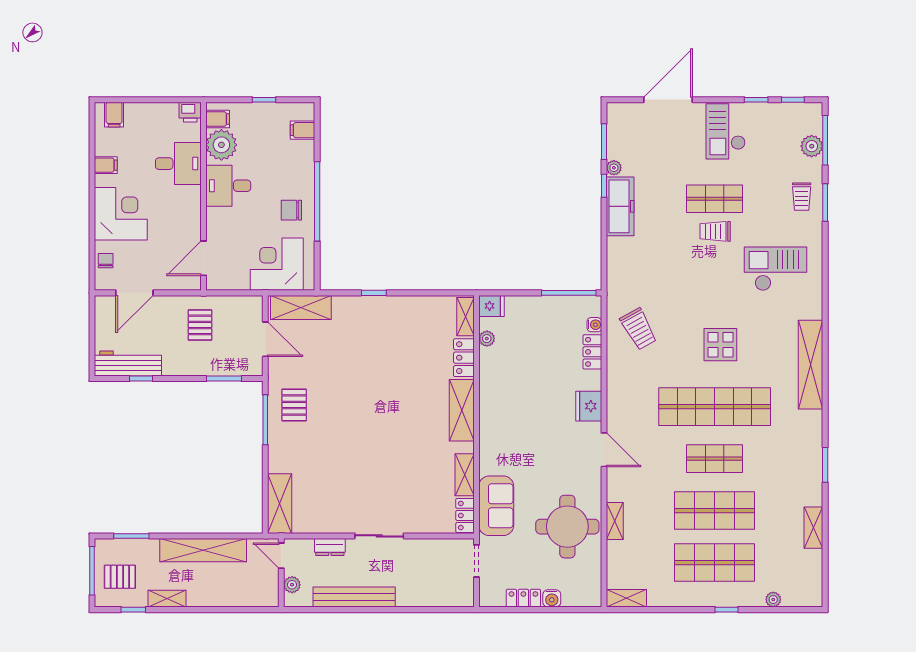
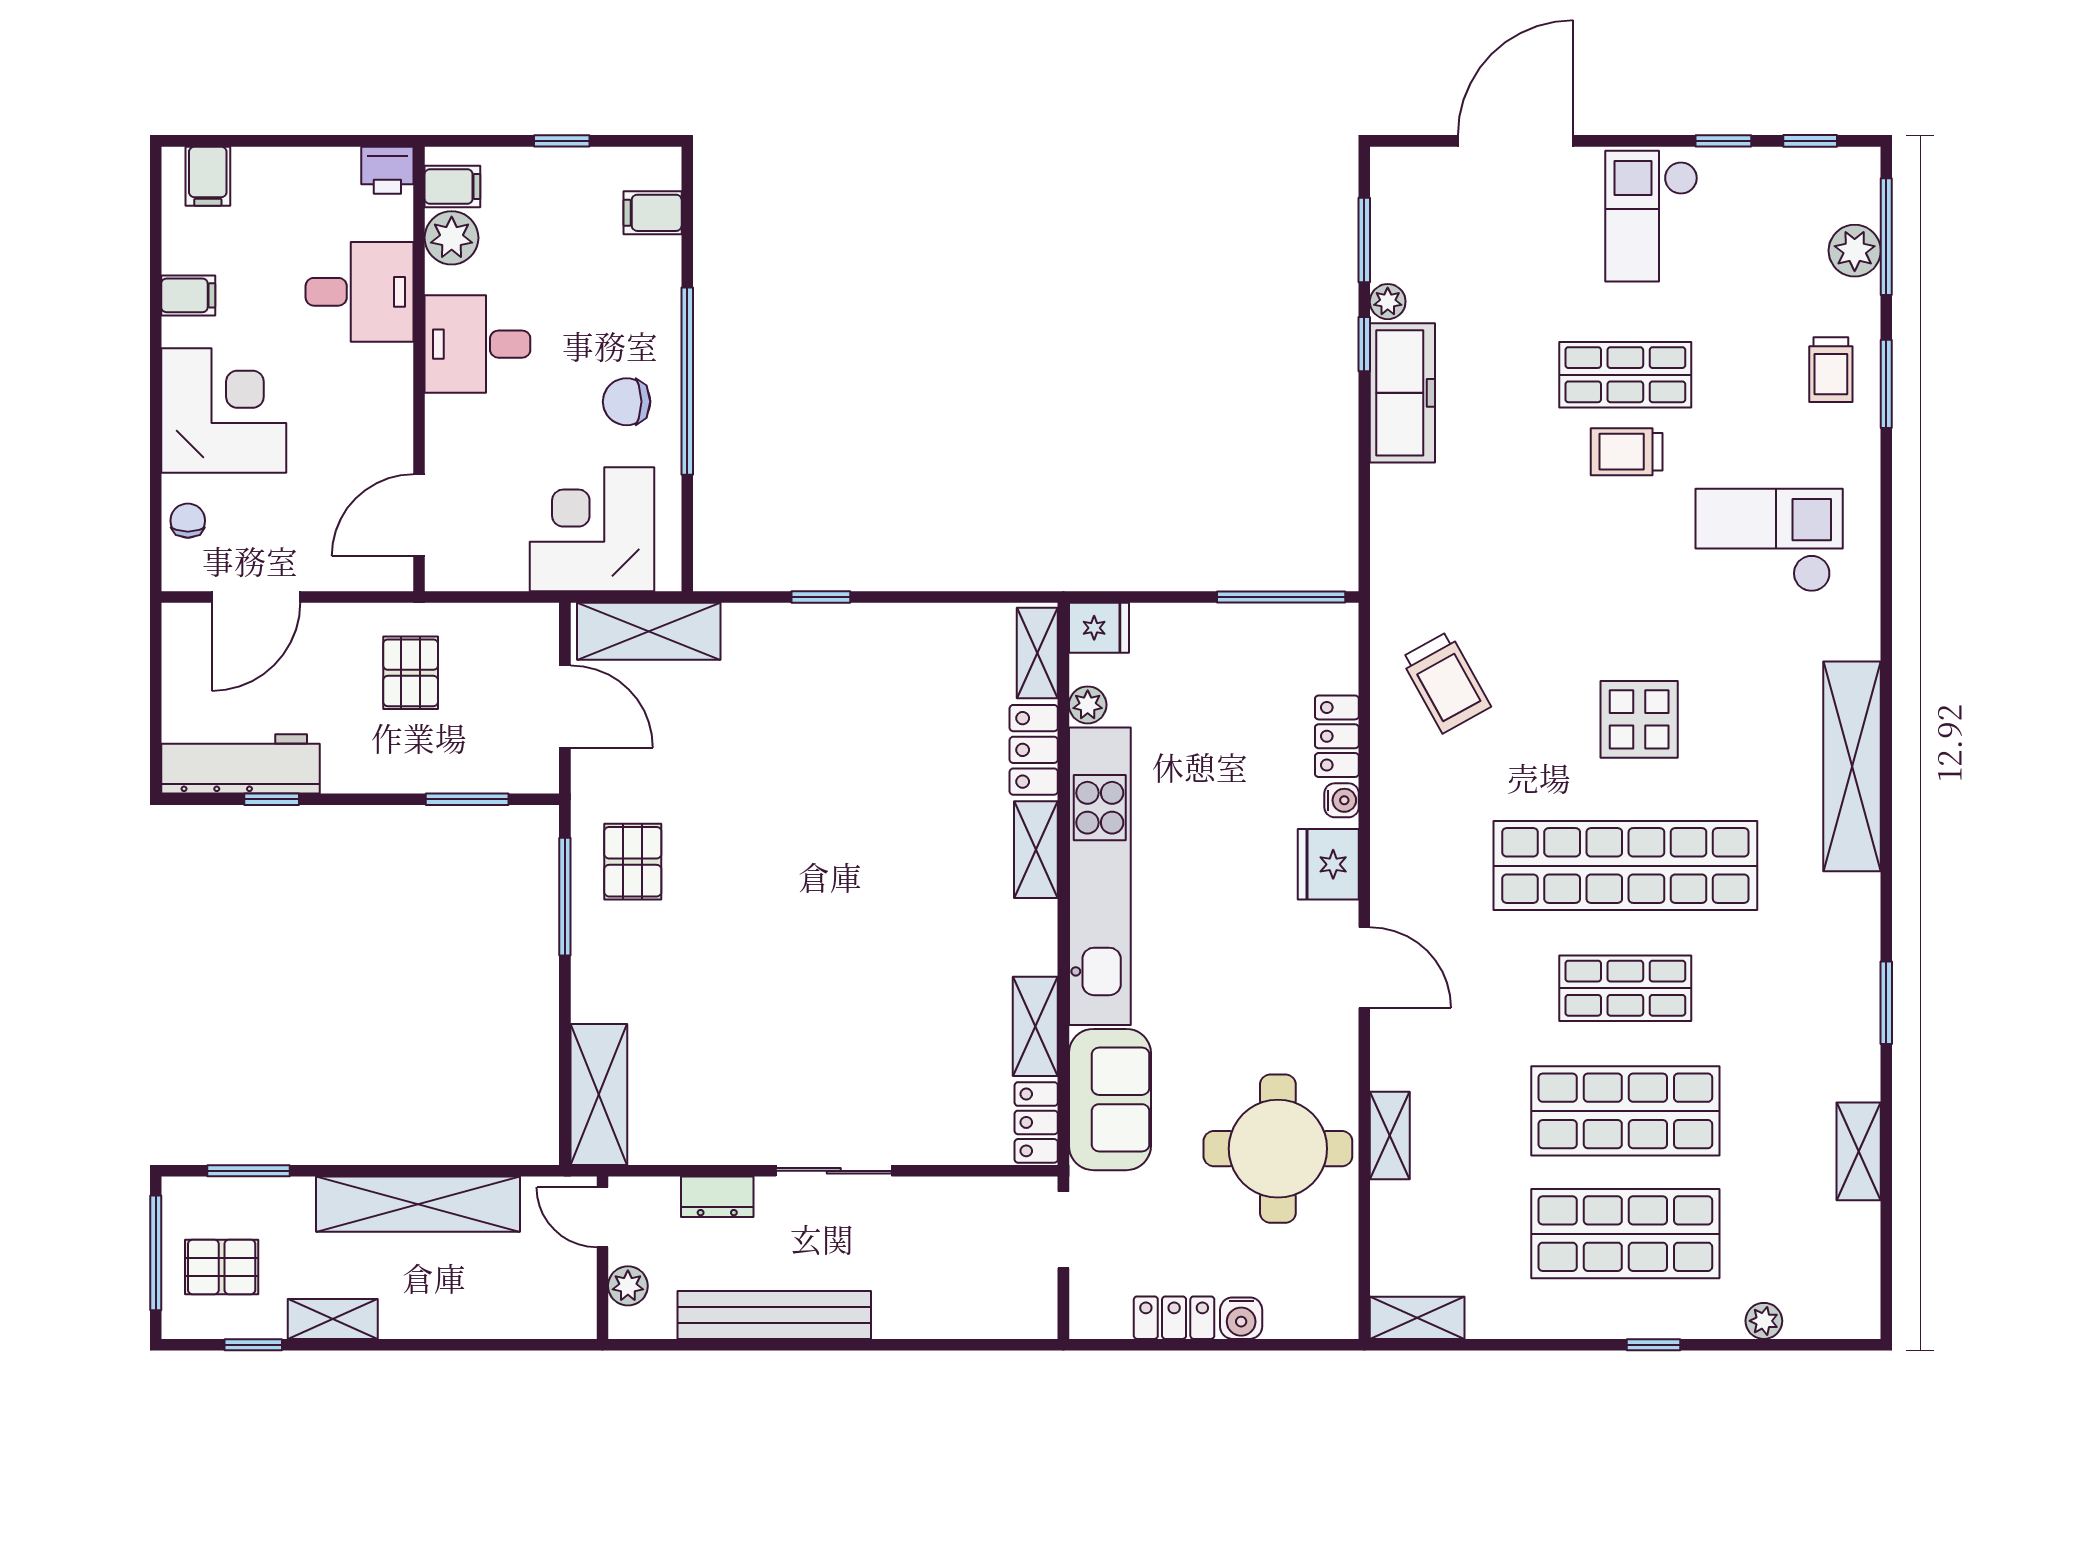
plant: (221, 145) -> (452, 238), width x0.73, depth x0.73
water cooler: (594, 325) -> (1342, 800), moved
shelving: (462, 410) -> (1036, 850), width x0.67, depth x0.75
kitchen unit: (492, 411) -> (1100, 876), added

